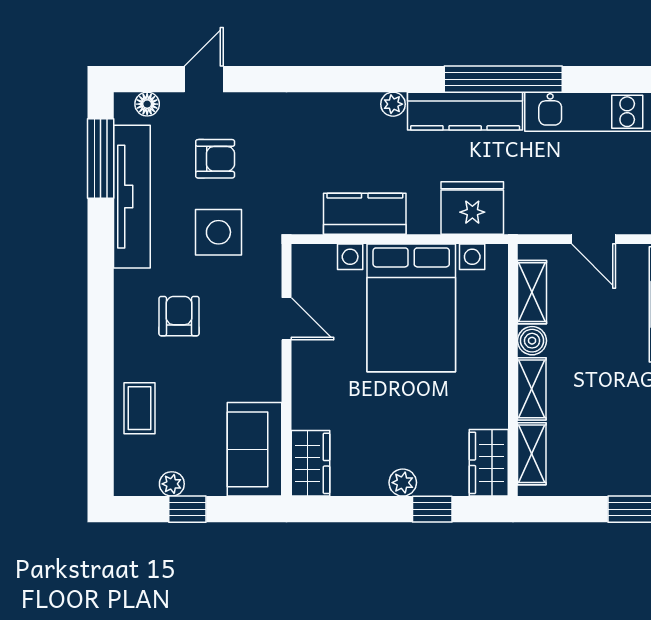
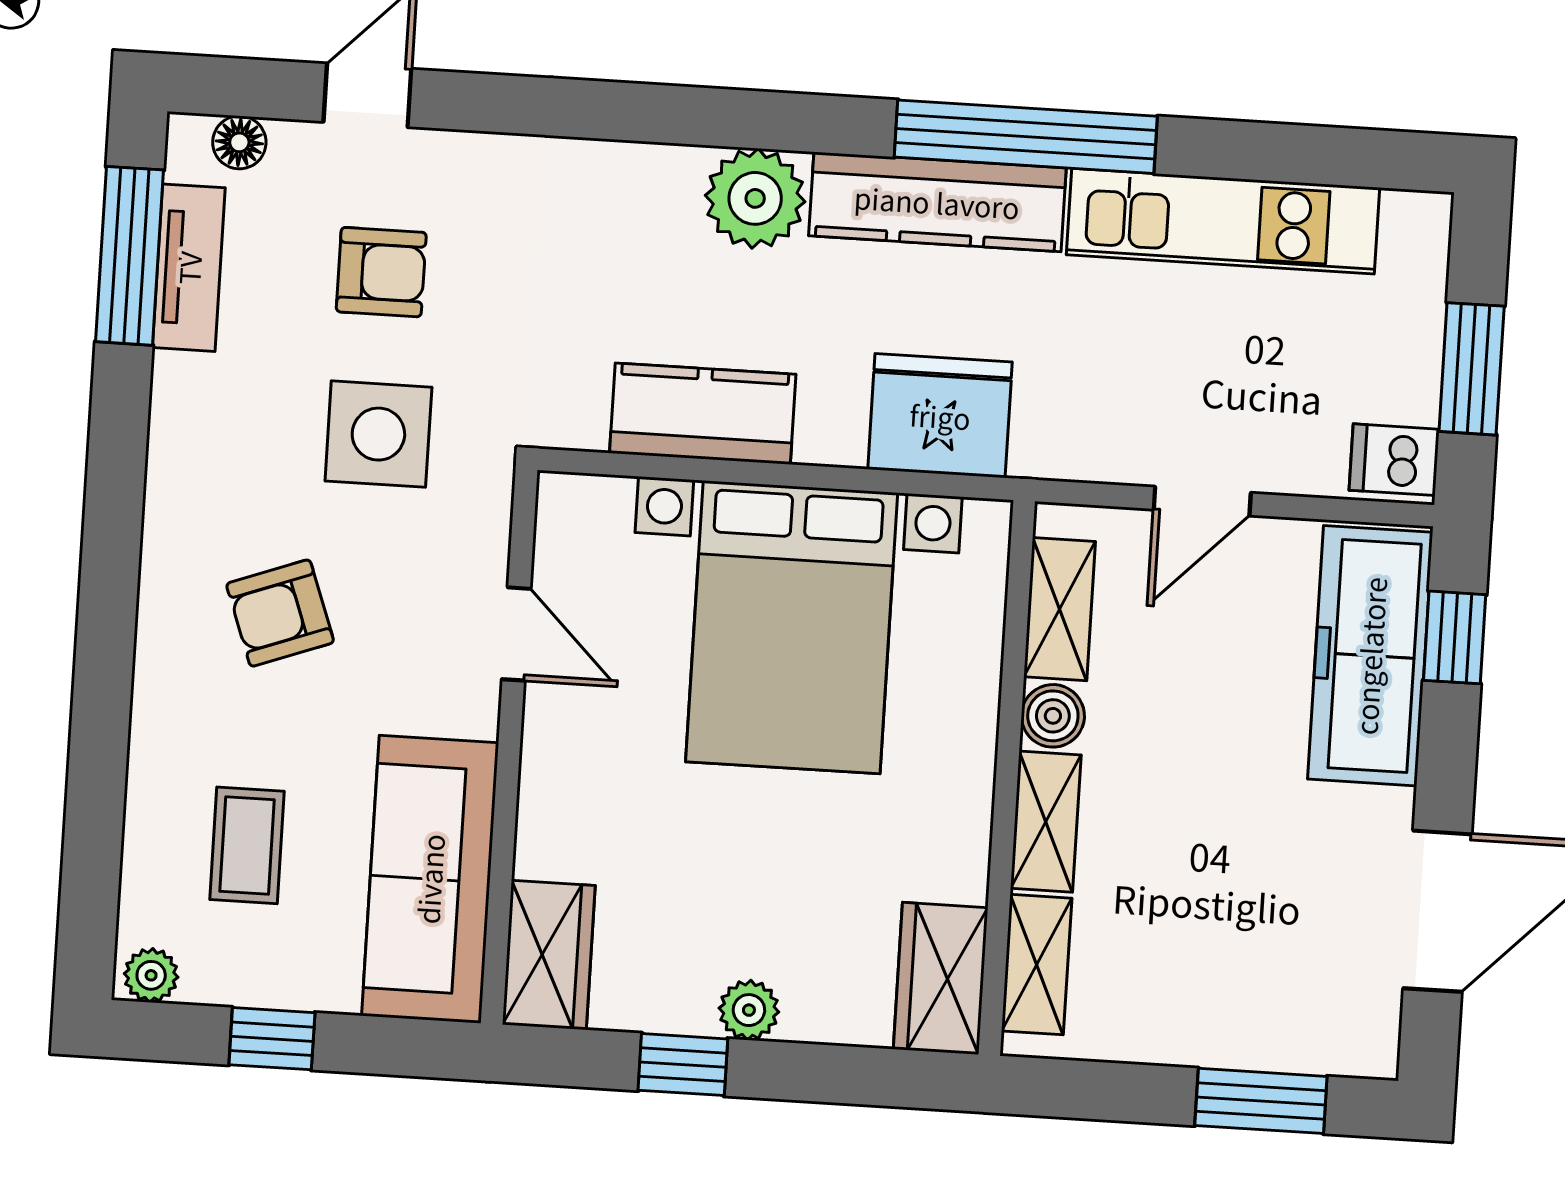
plant: (393, 104) -> (755, 198), width x1.87, depth x1.87
tv unit: (132, 197) -> (189, 268), width x0.52, depth x0.78
door: (594, 239) -> (1202, 501), hinge flipped
armchair: (179, 316) -> (280, 613), turned -110
coffee table: (139, 408) -> (247, 845), moved
sofa: (255, 449) -> (430, 879), width x1.36
plant: (172, 484) -> (151, 975), moved
window: (432, 509) -> (683, 1065), moved

